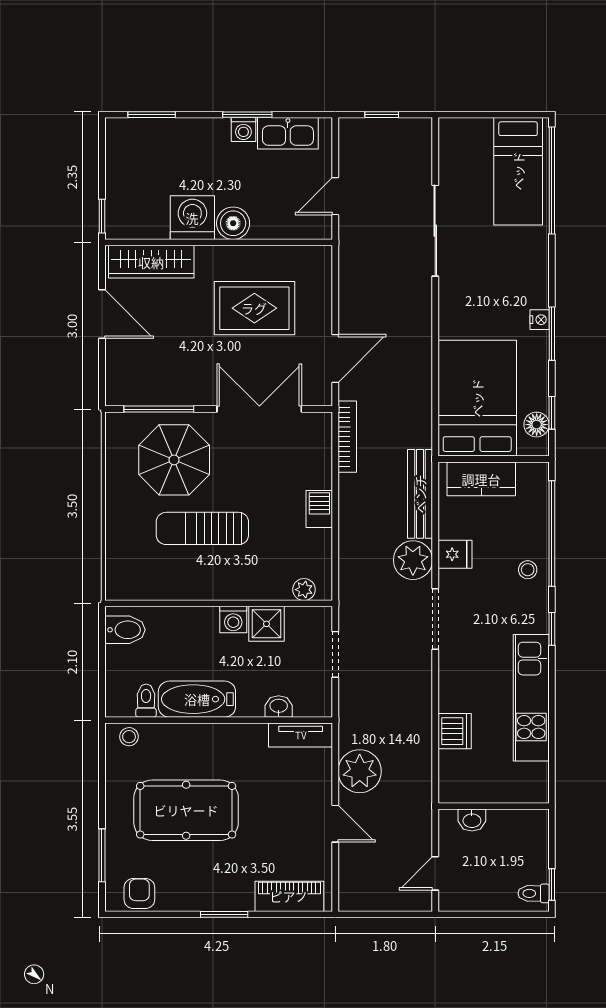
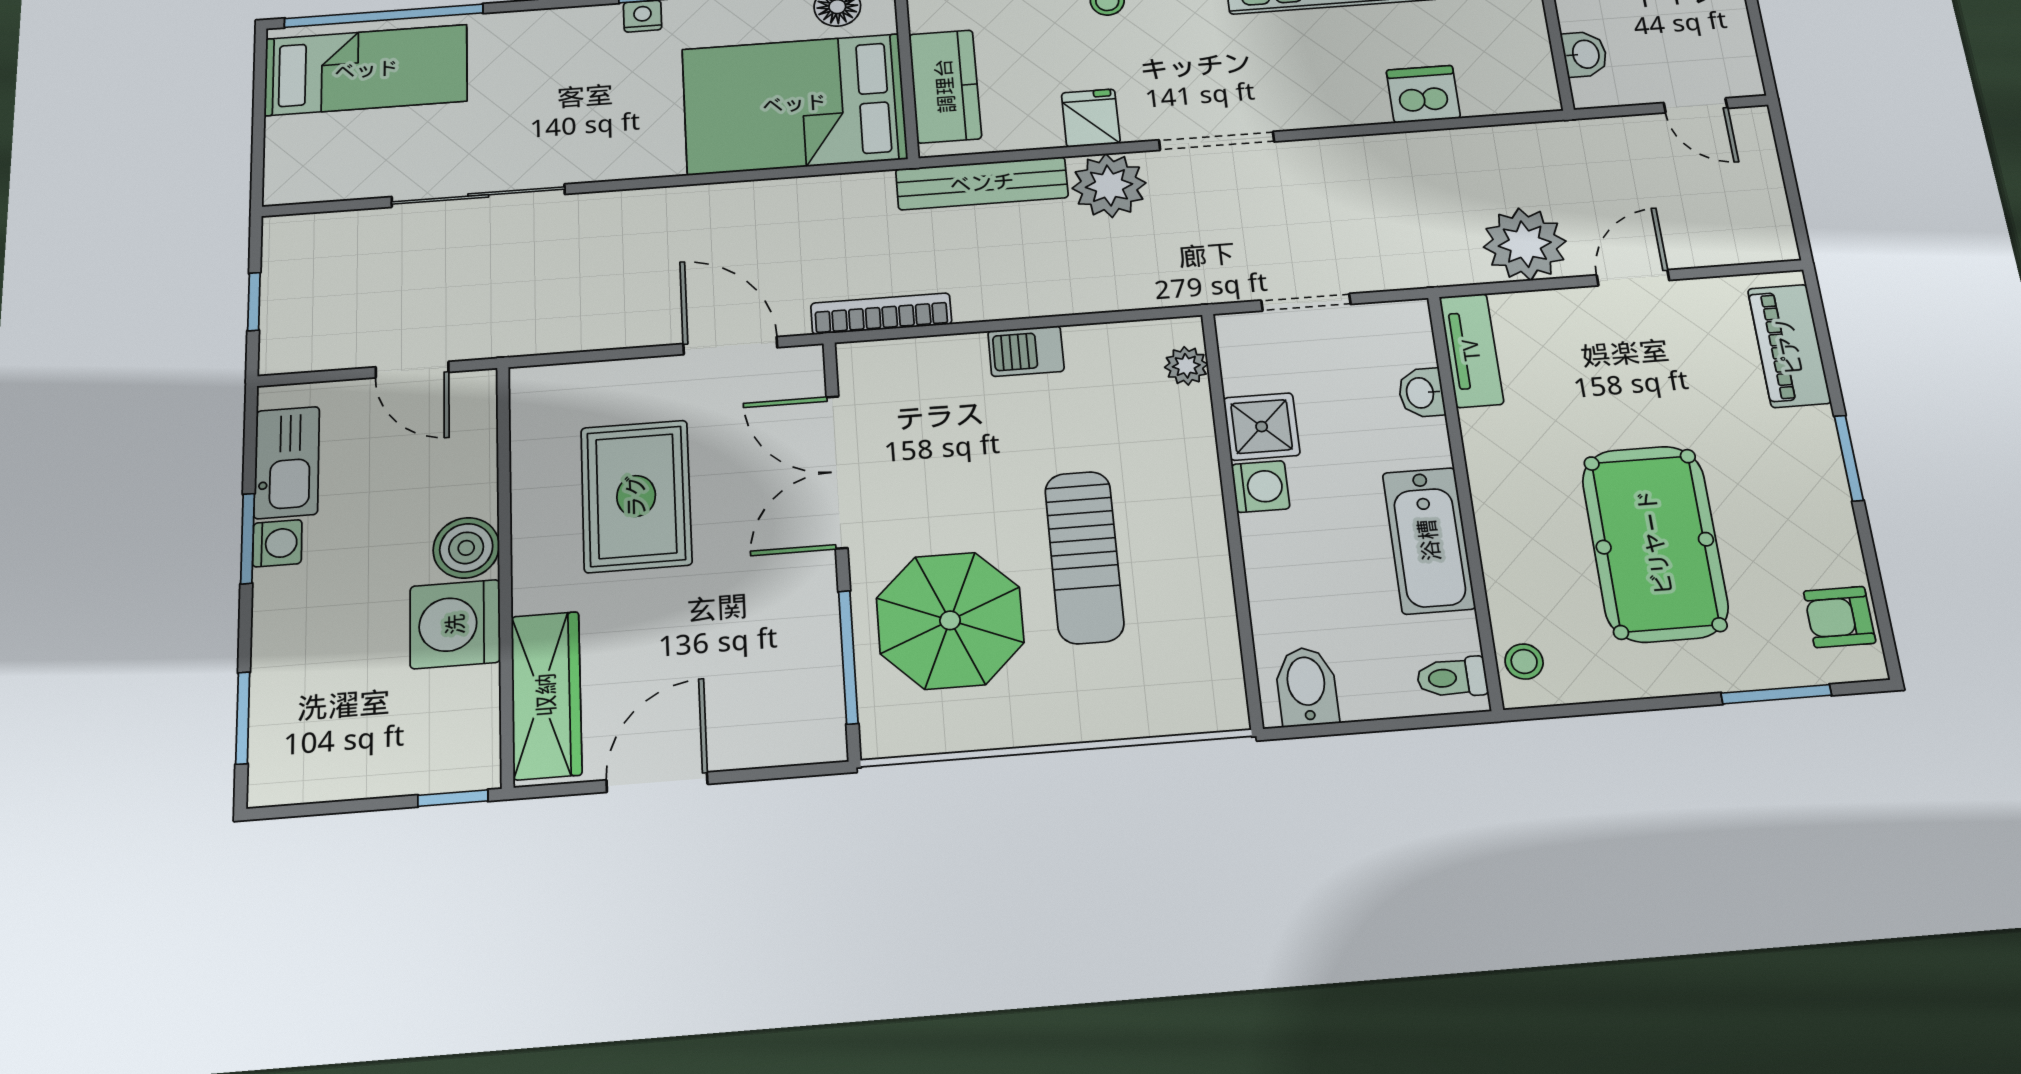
toilet: (146, 701) -> (1452, 677), moved

